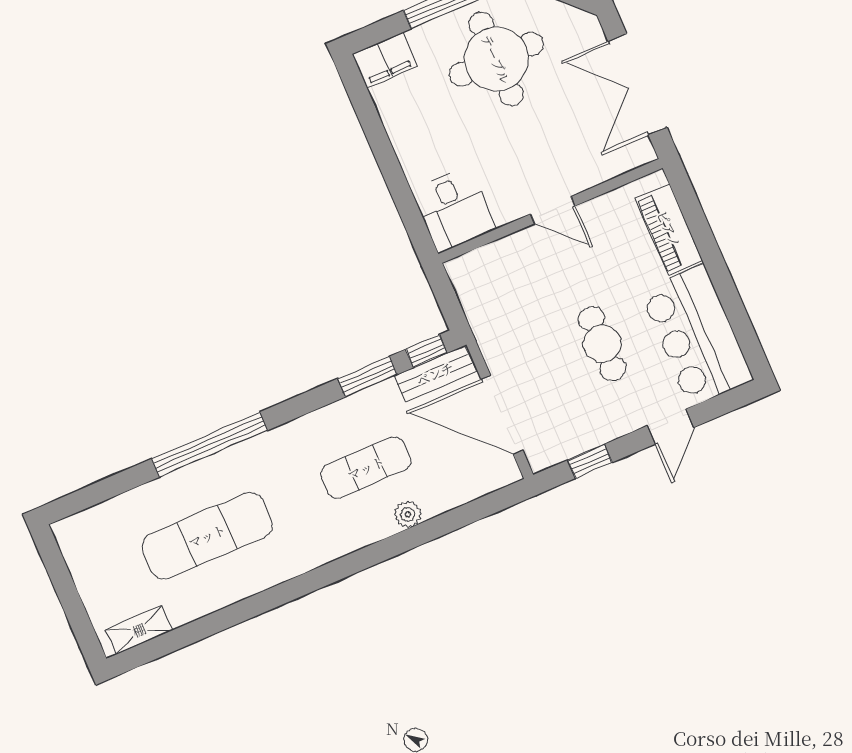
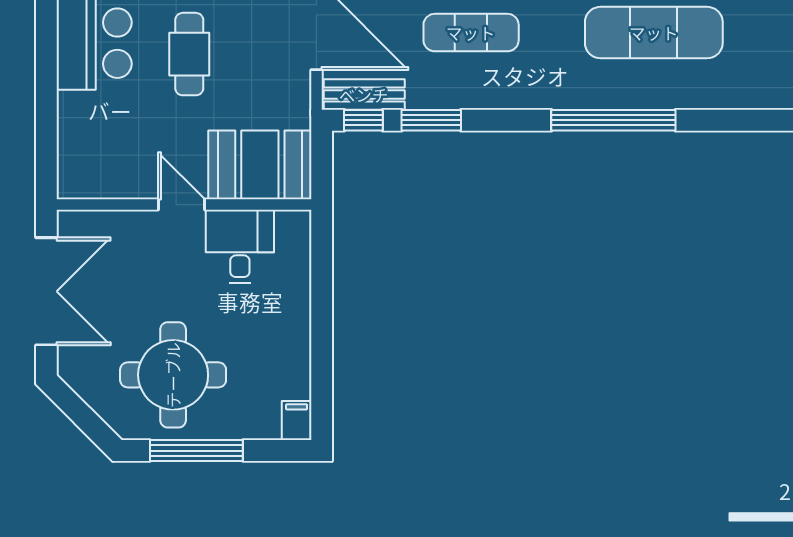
filing cabinet: (385, 60) -> (297, 421), width x0.50
desk: (454, 210) -> (240, 246), moved
piano: (669, 229) -> (77, 137), removed
booth: (499, 274) -> (260, 165), added

